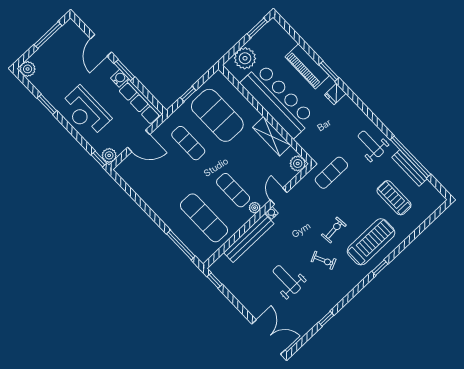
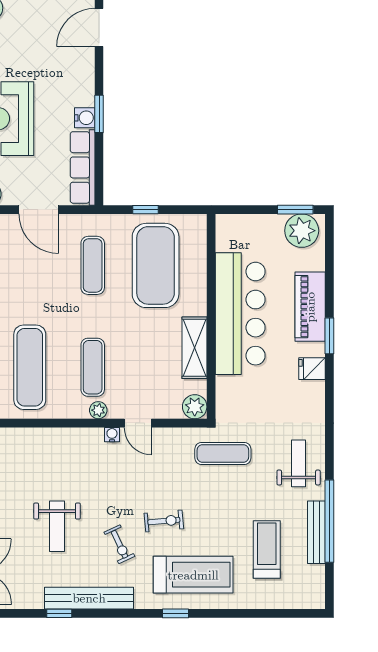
door: (101, 45) -> (99, 28), moved
plant: (245, 58) -> (302, 231), moved
door: (279, 196) -> (138, 423), swing flipped
bench: (249, 238) -> (89, 598), moved
weight bench: (287, 279) -> (57, 526), turned 180

